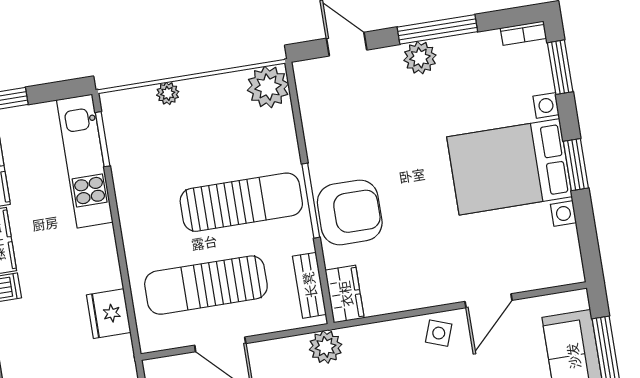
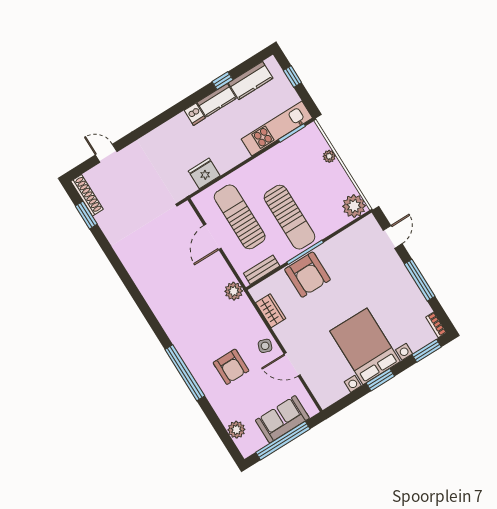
plant: (420, 58) -> (401, 277), removed
wardrobe: (345, 294) -> (271, 311), moved, turned -90

